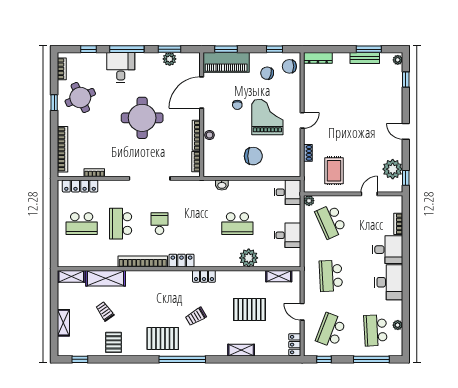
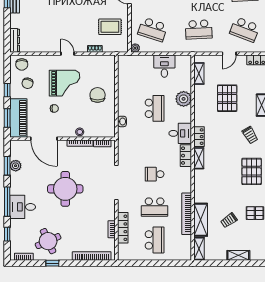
window: (275, 49) -> (7, 90), moved
grand piano: (267, 117) -> (65, 83), turned 180
locker: (80, 186) -> (123, 228), moved
desk: (287, 192) -> (180, 133), moved, turned 90
school desk: (331, 221) -> (153, 29), turned 42
bookcase: (143, 262) -> (187, 214), moved
shelving: (178, 276) -> (199, 158), added
trolley: (196, 316) -> (250, 135), moved

